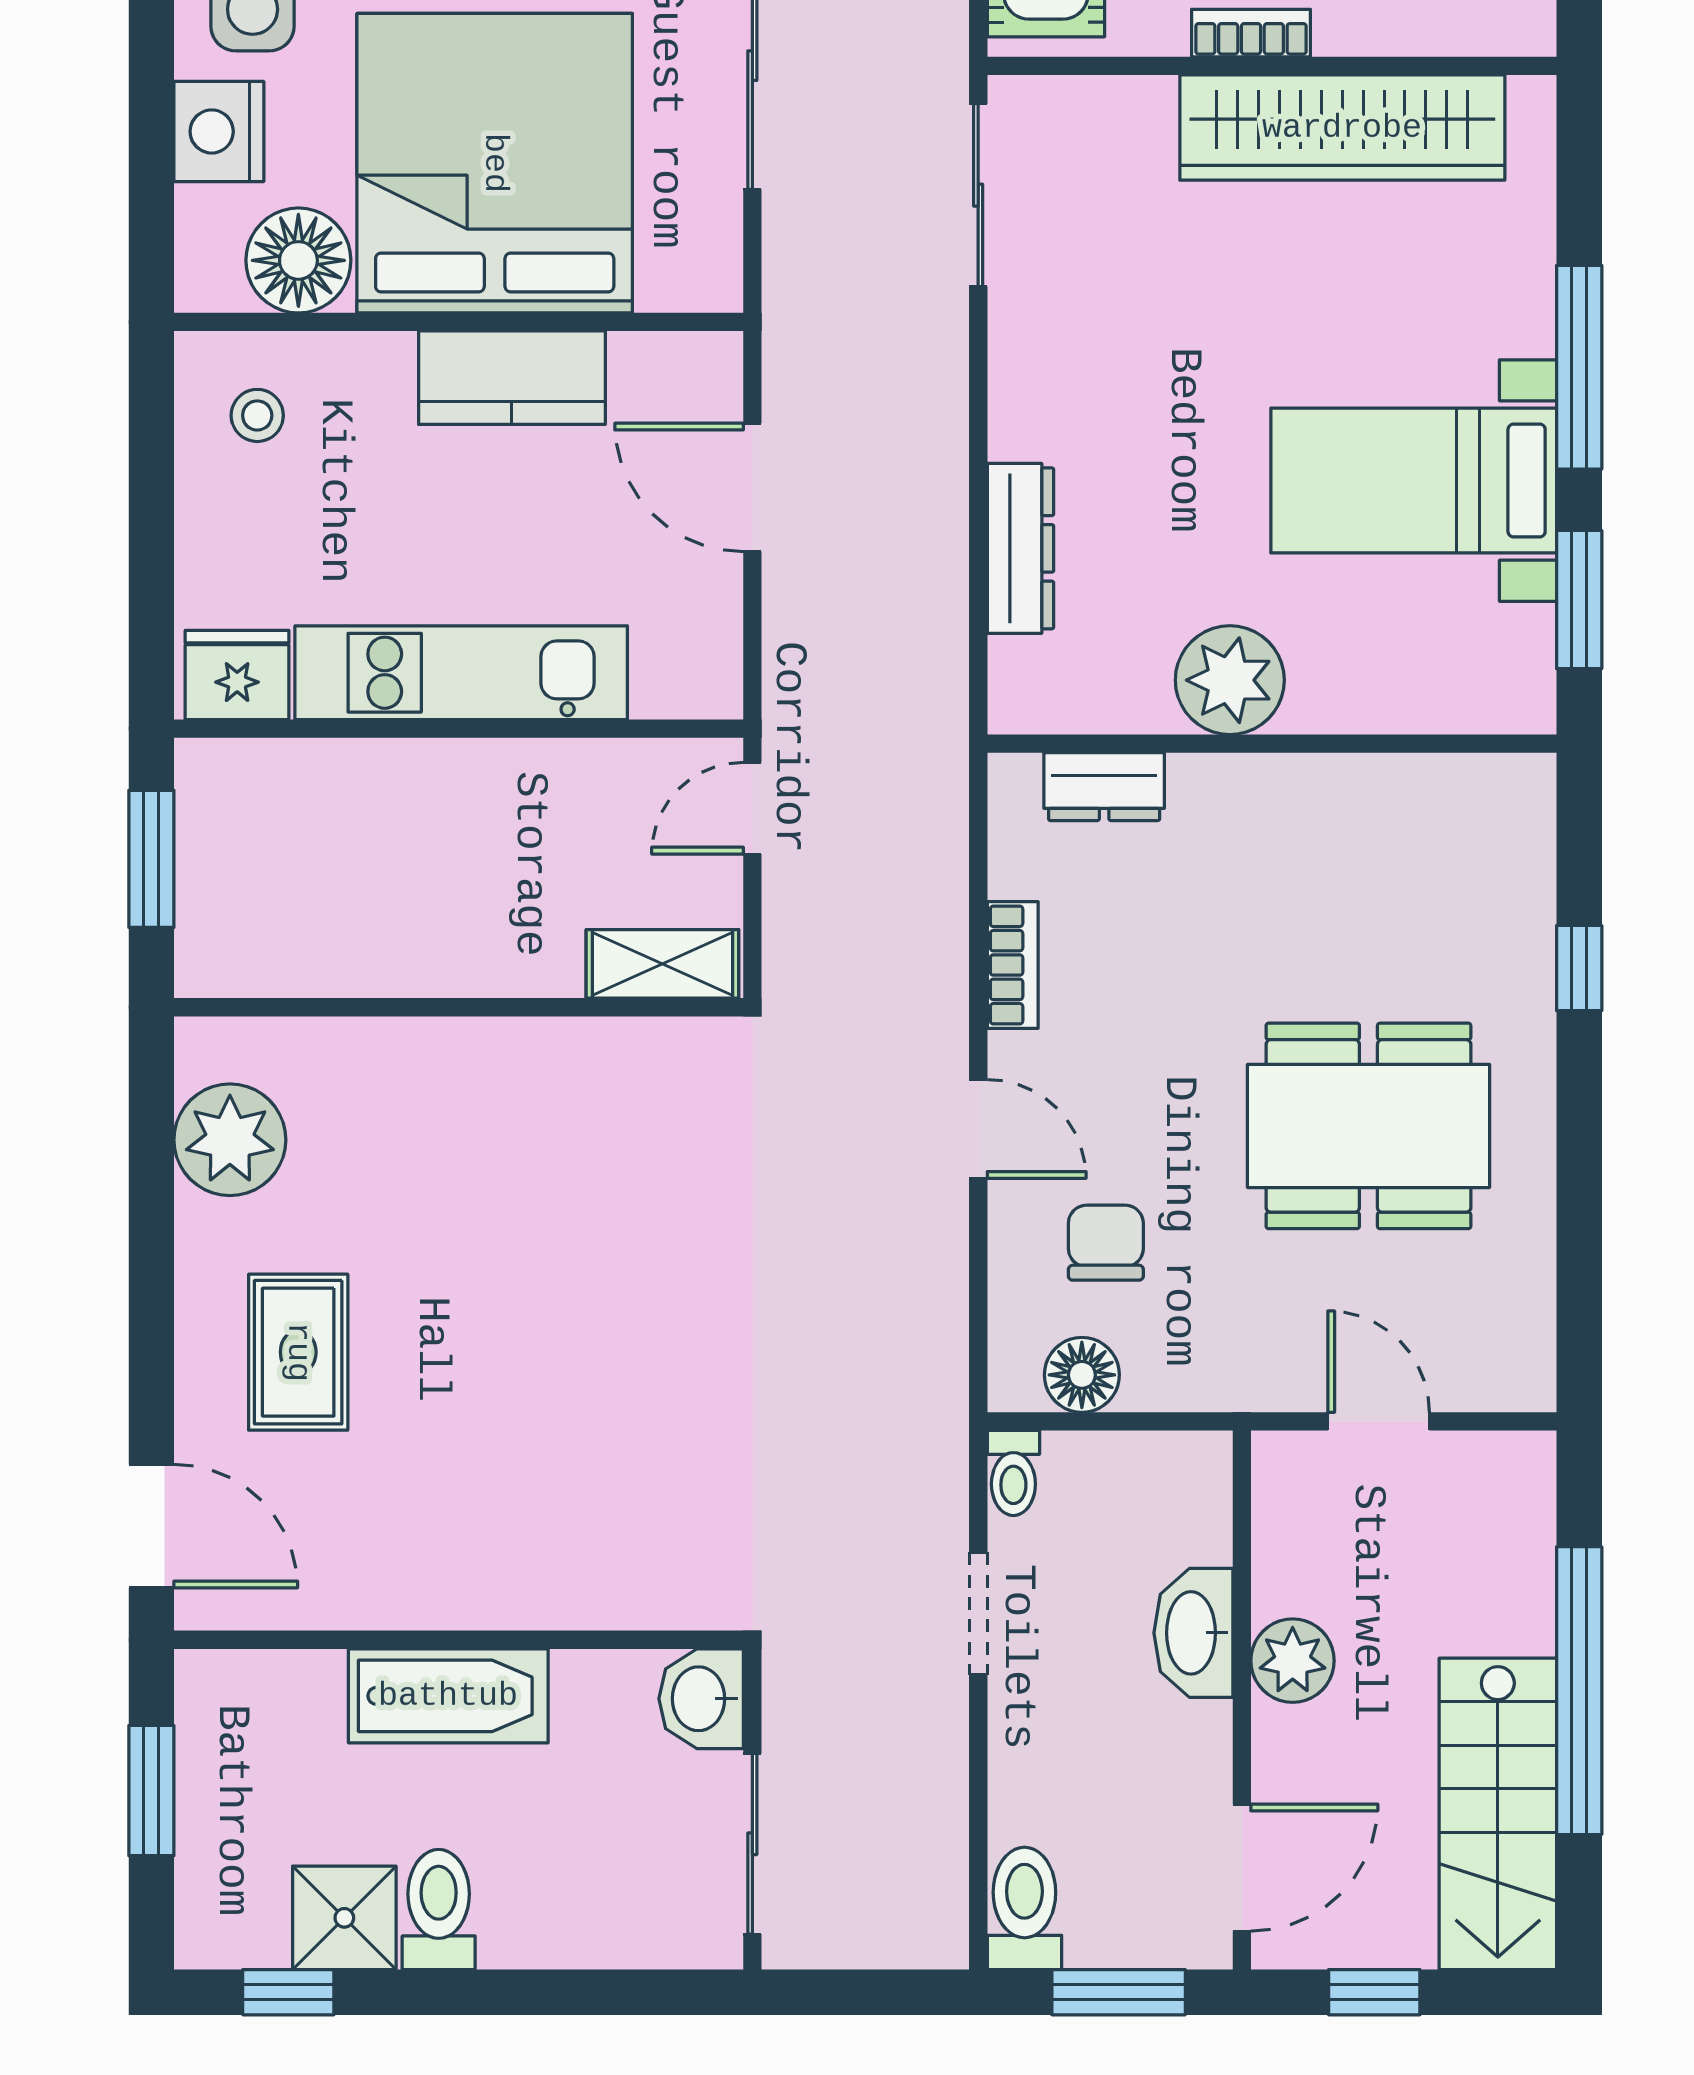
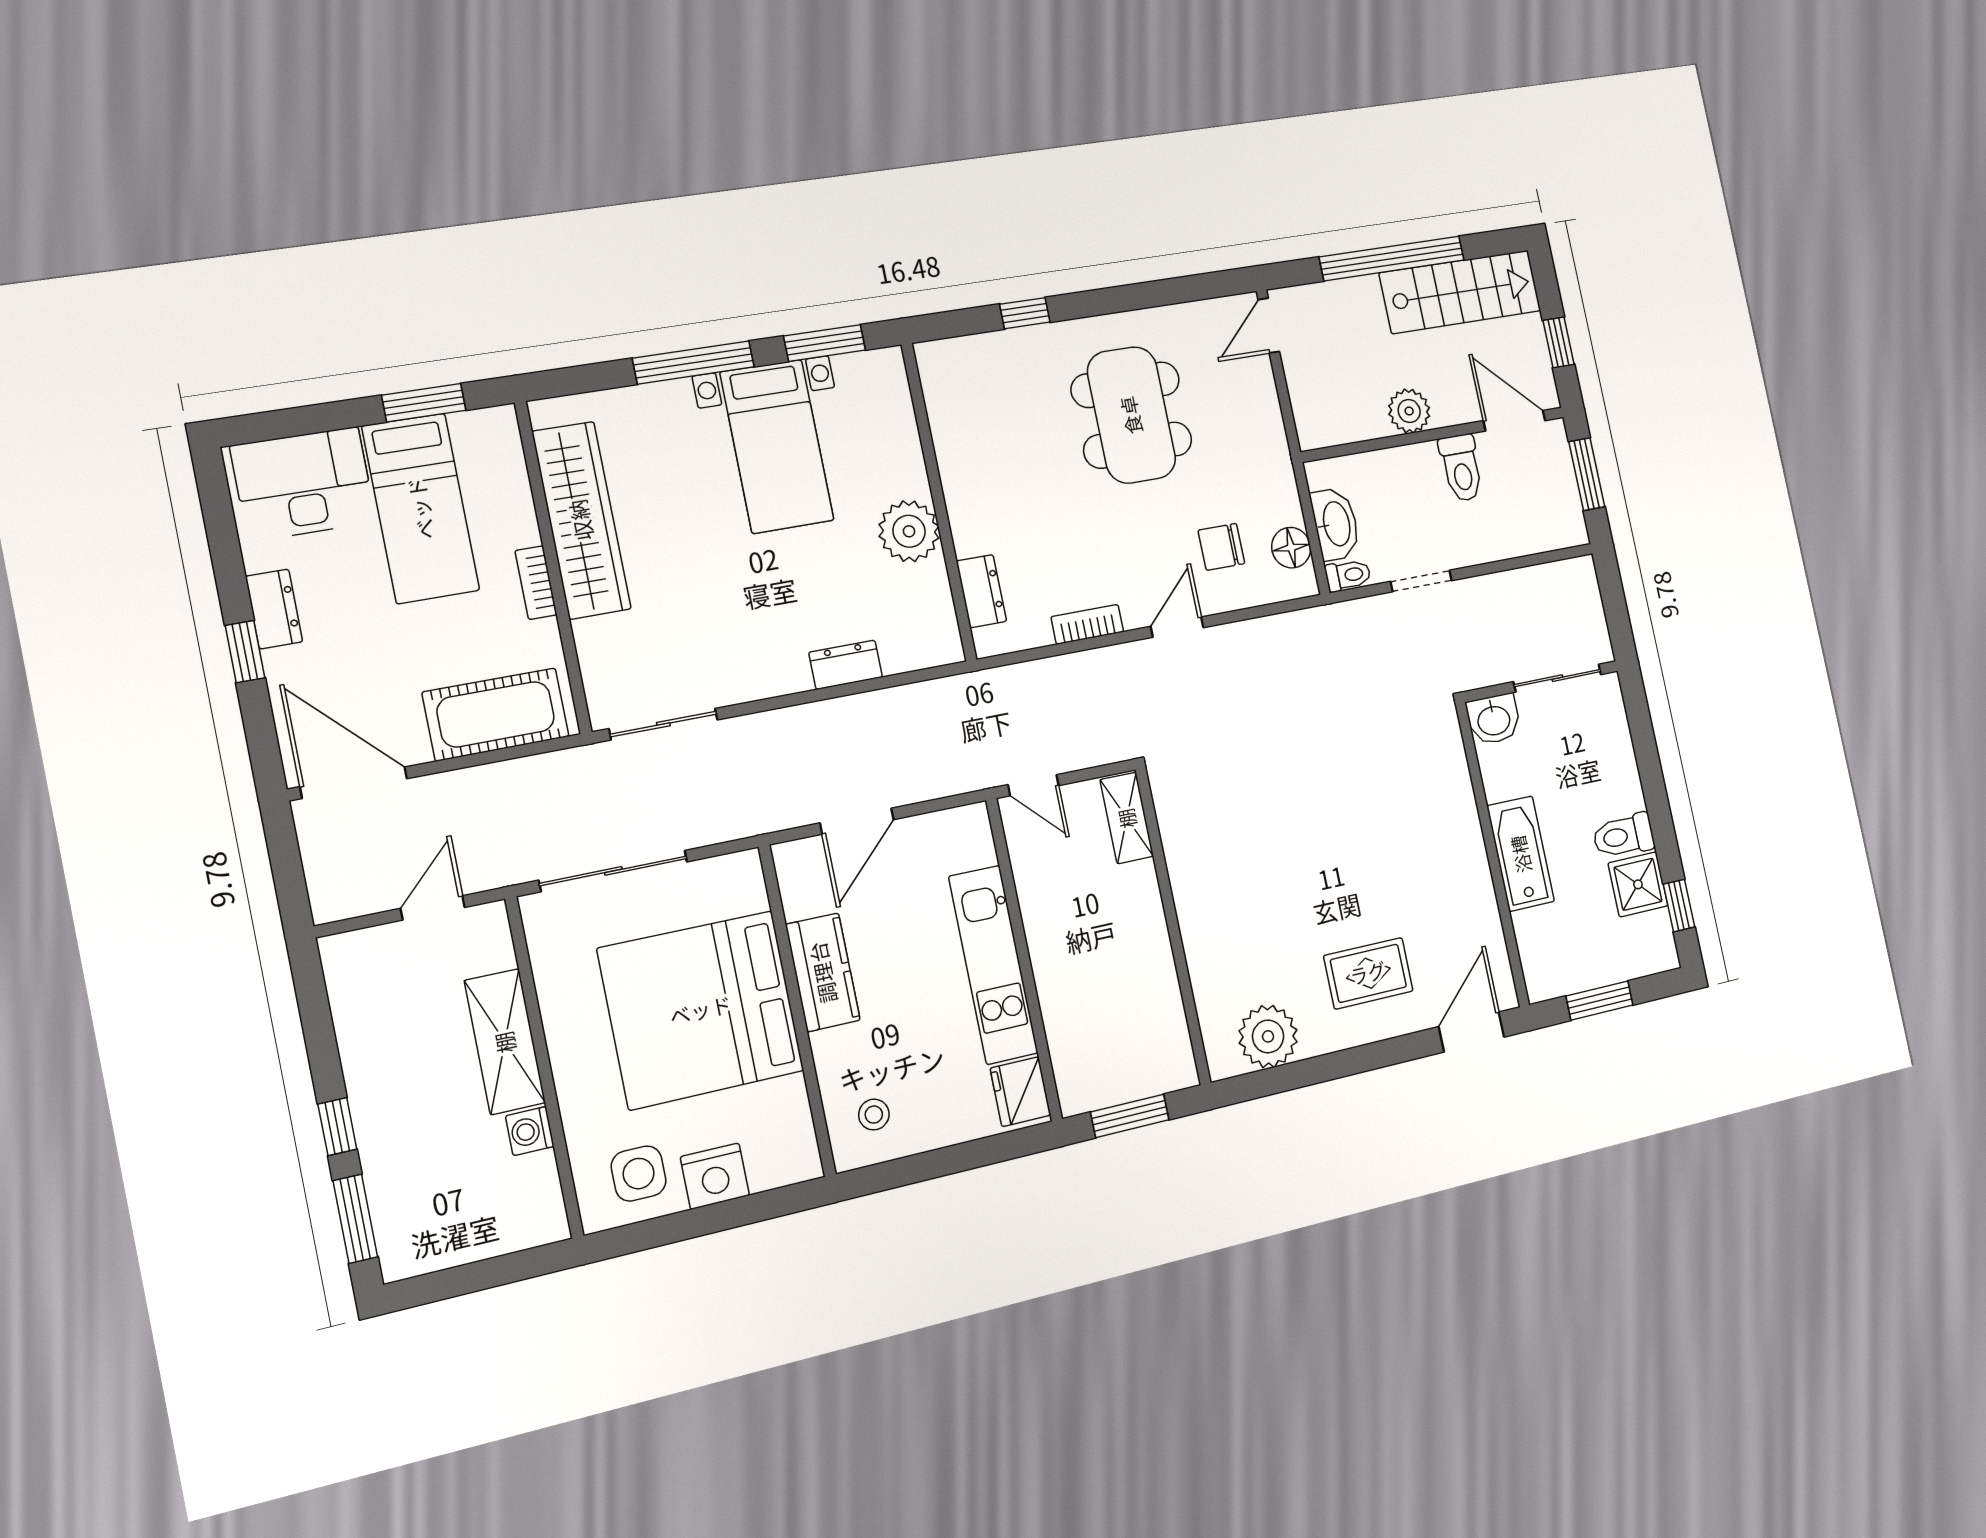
floor lamp: (298, 260) -> (780, 1112), removed
dresser: (1021, 548) -> (846, 665), width x0.70
door: (1379, 1421) -> (1269, 326), moved
washbasin: (1193, 1633) -> (1336, 524), moved, turned -90
toilet: (1024, 1908) -> (1461, 468), moved, turned -90

